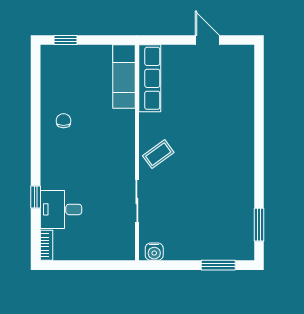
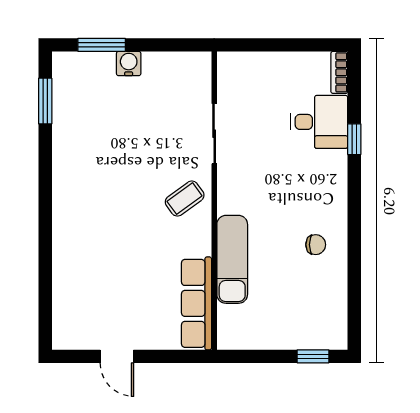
exam couch: (124, 76) -> (232, 259), moved
chair: (64, 121) -> (316, 245), turned -90
water cooler: (154, 252) -> (129, 64), moved

